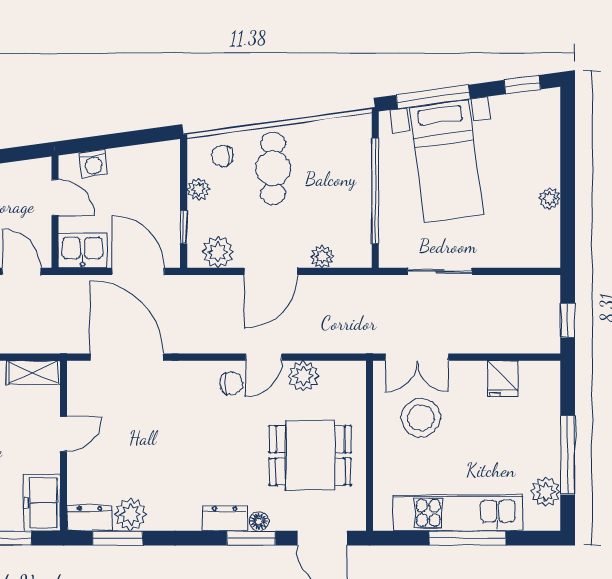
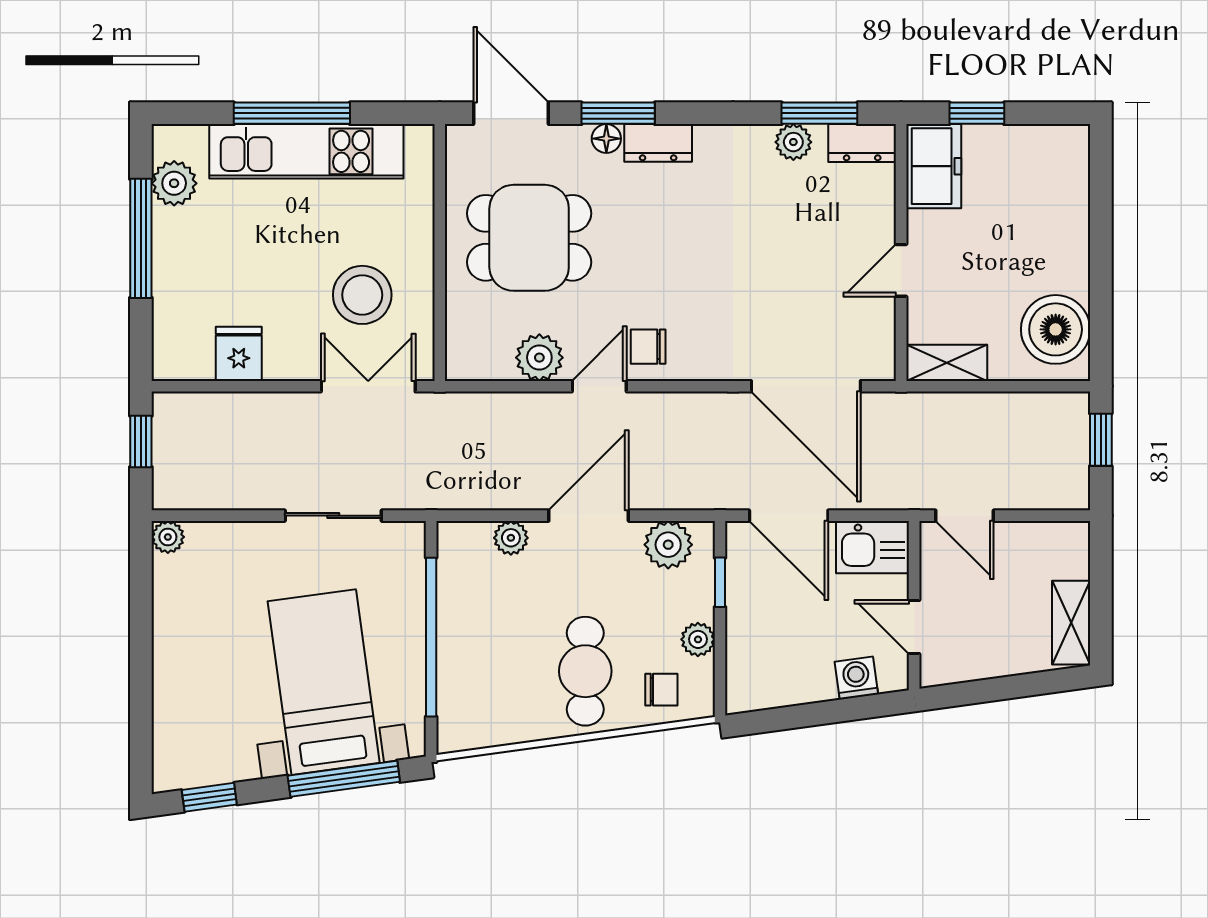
plant: (550, 199) -> (168, 537), moved
plant: (131, 515) -> (793, 142), width x0.73, depth x0.73

